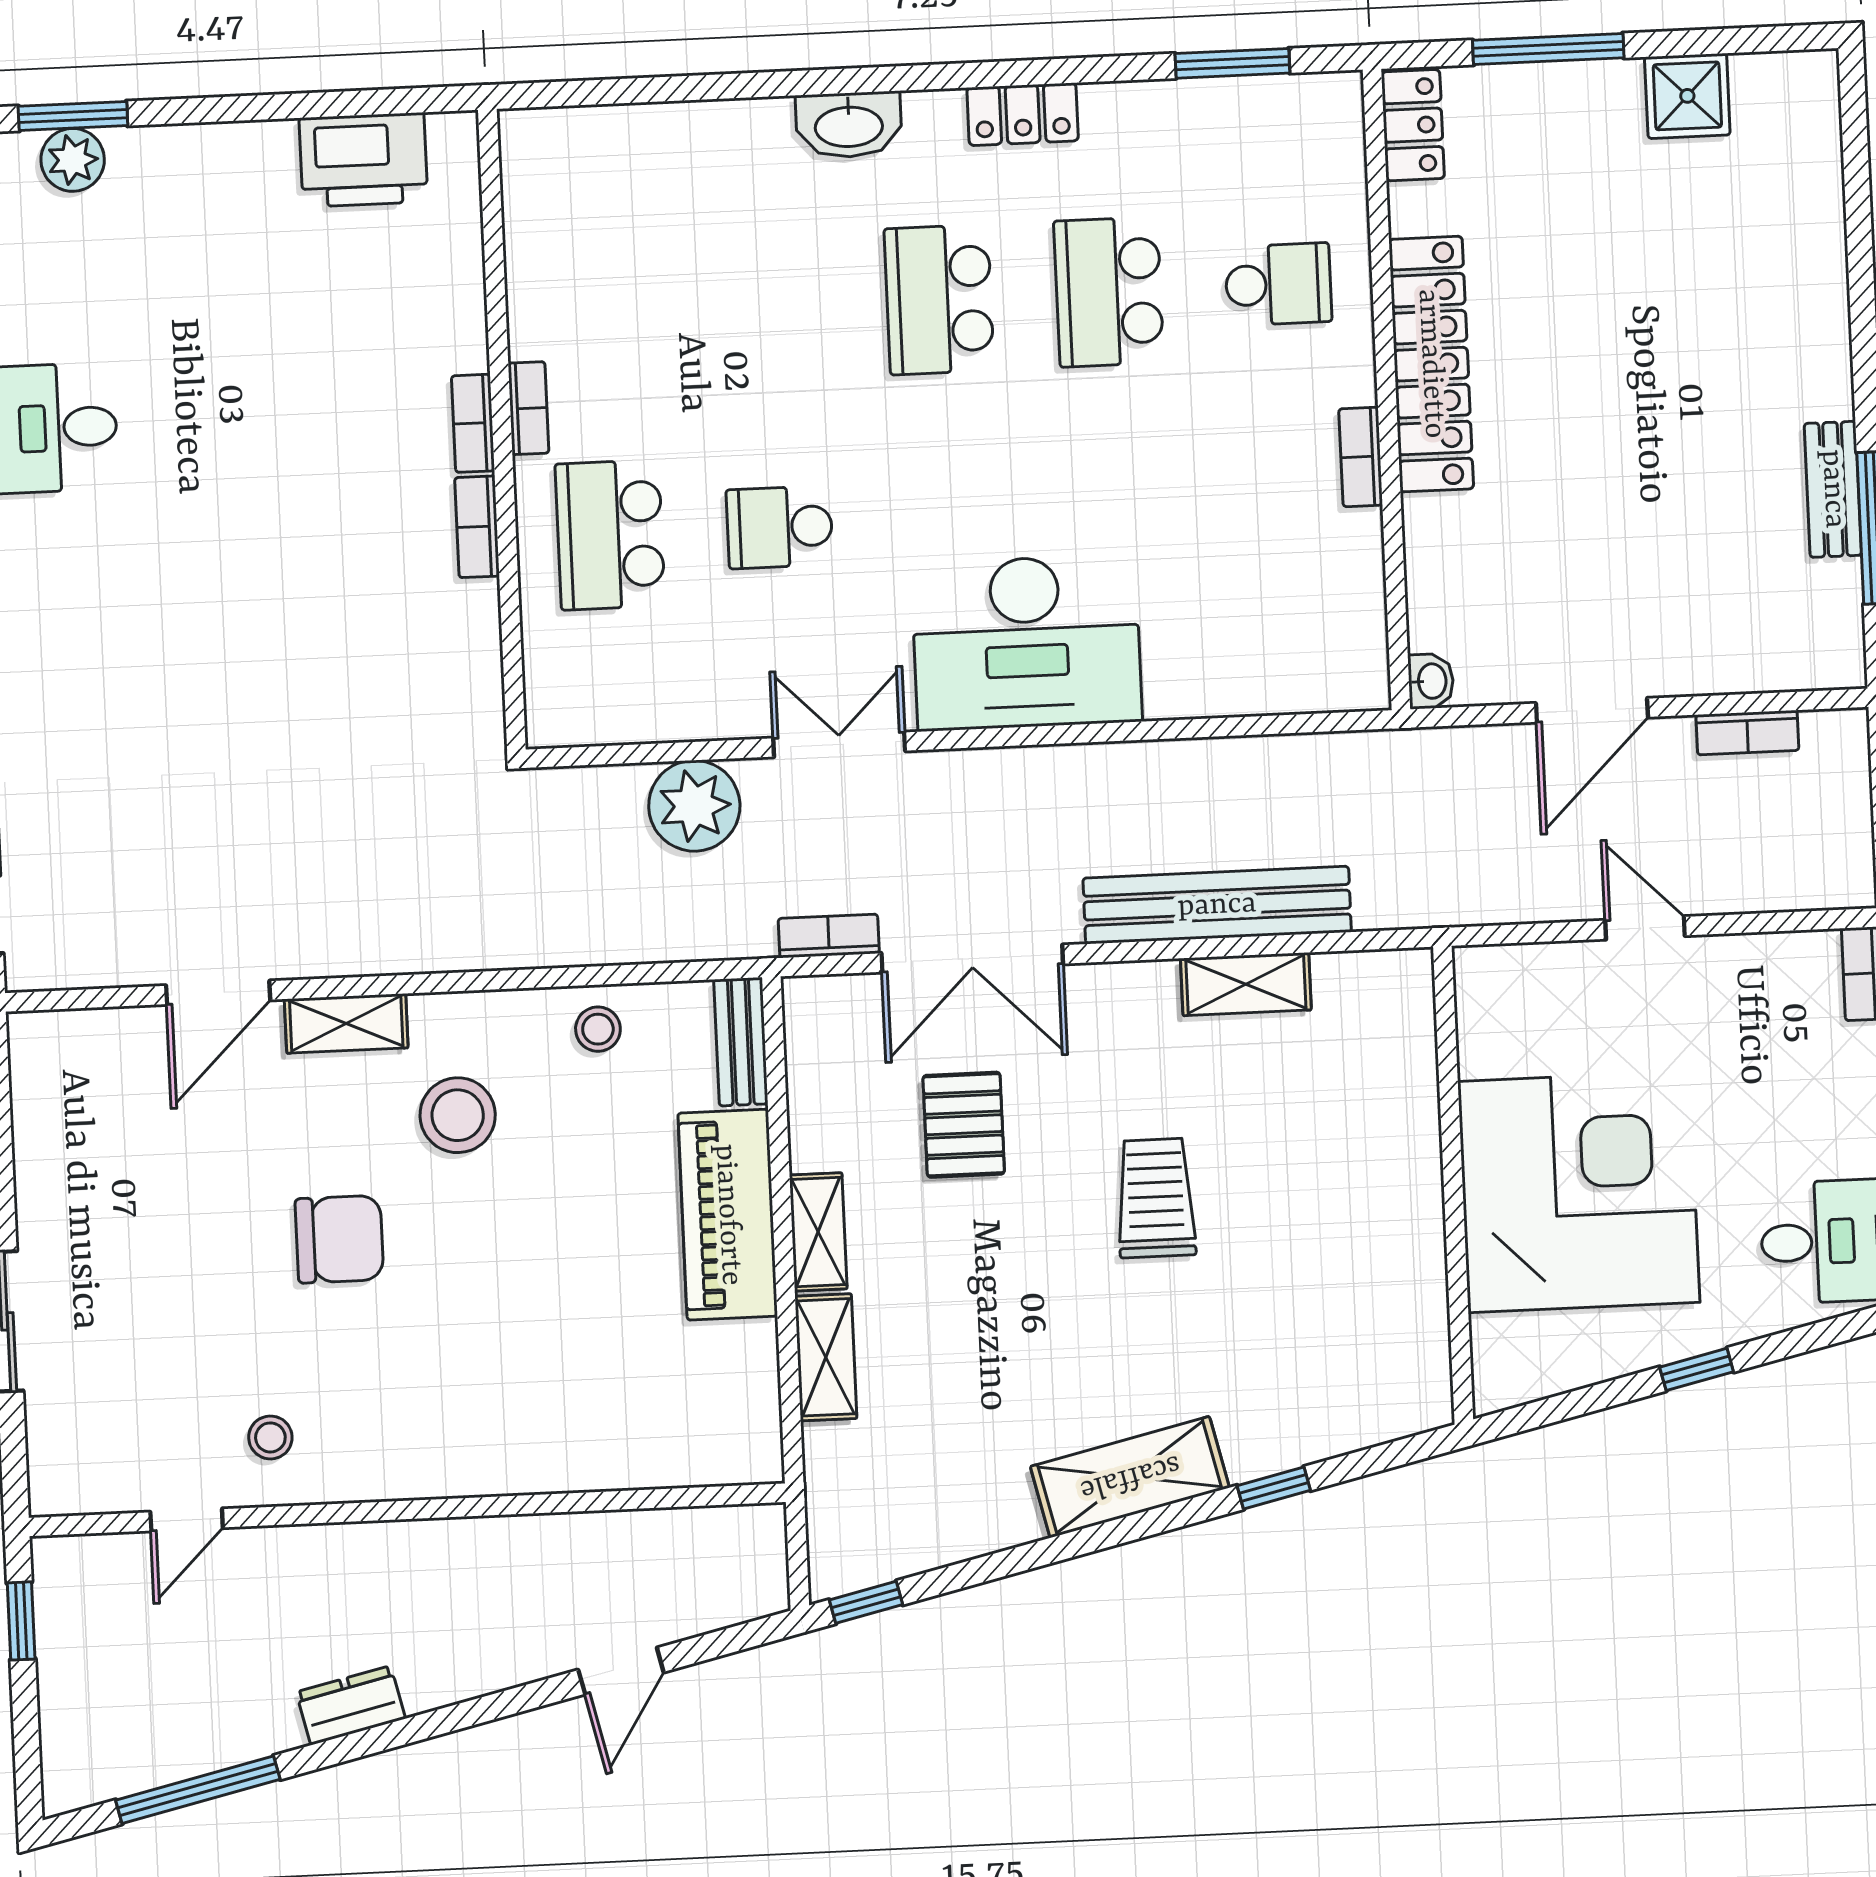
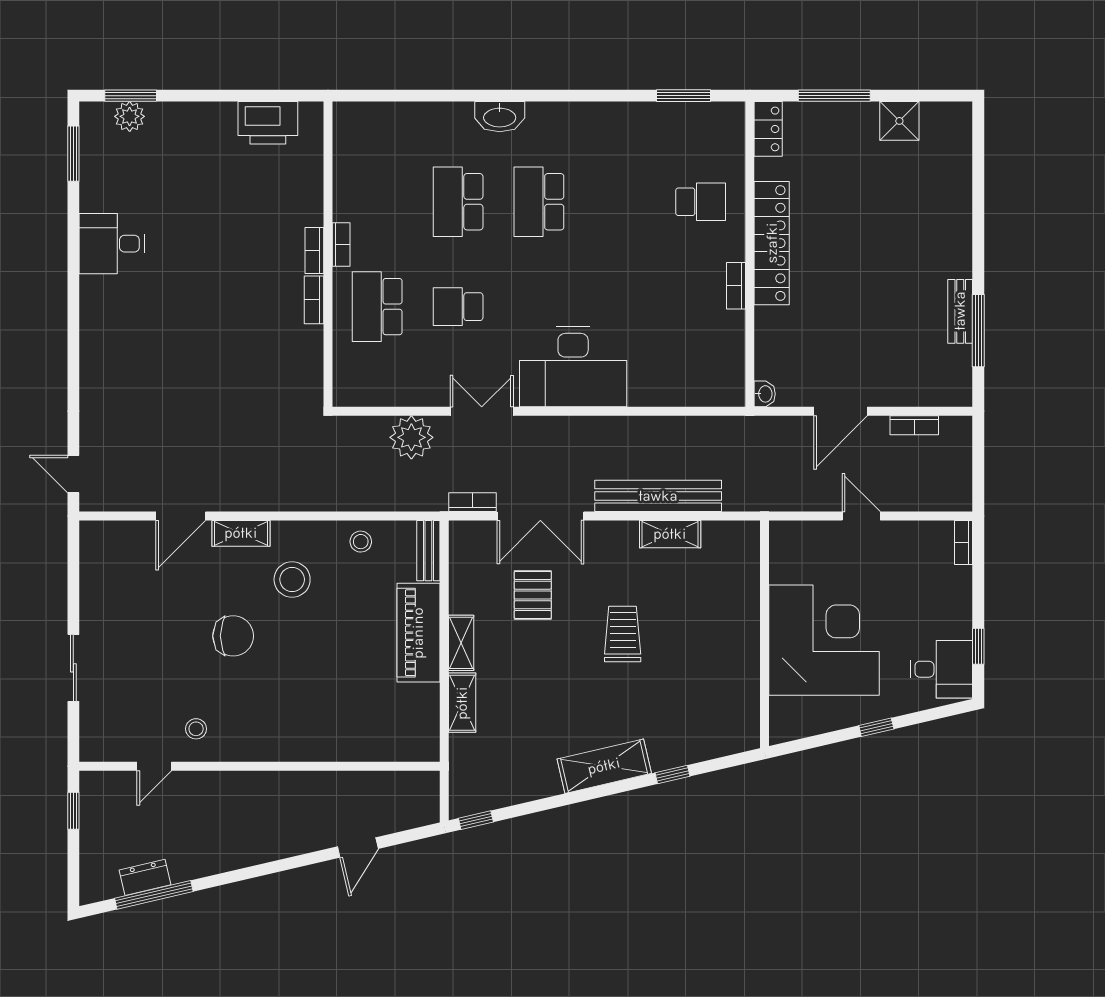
locker: (1023, 114) -> (583, 115), removed
school desk: (1109, 292) -> (458, 202), moved
dresser: (351, 1705) -> (145, 877), moved

